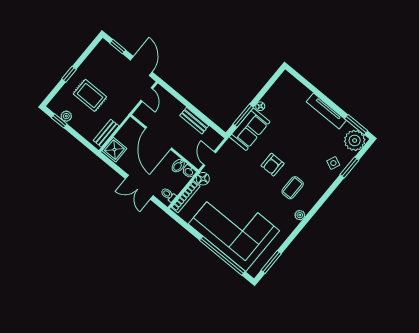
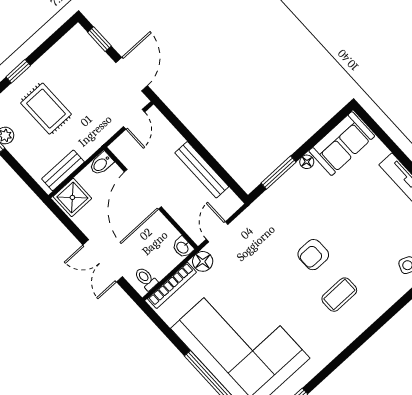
bench: (194, 121) -> (202, 170), width x1.36
sofa: (250, 129) -> (342, 144), moved
bidet: (178, 166) -> (101, 164), moved
plant: (300, 215) -> (345, 338), removed

